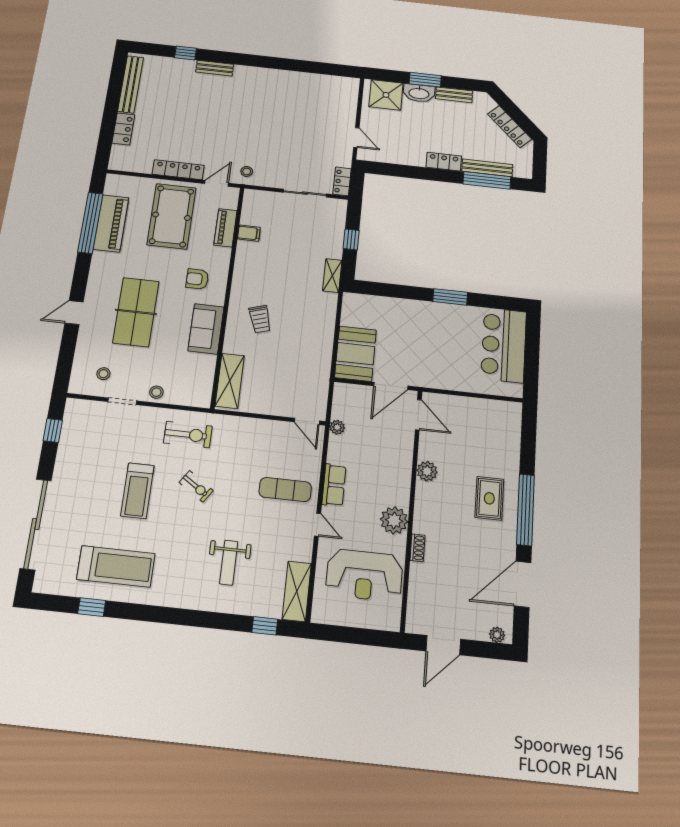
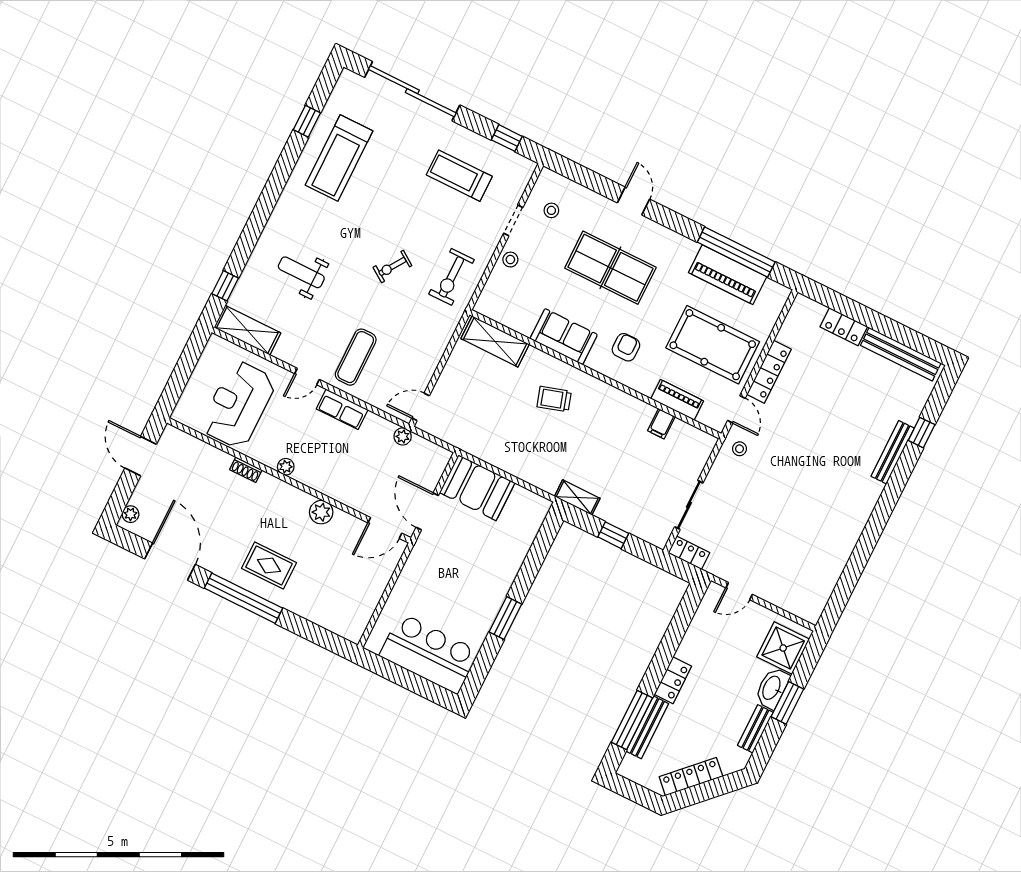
bench: (215, 68) -> (893, 452), width x1.36
treadmill: (137, 491) -> (459, 176), moved
plant: (394, 520) -> (286, 467), width x0.53, depth x0.53

